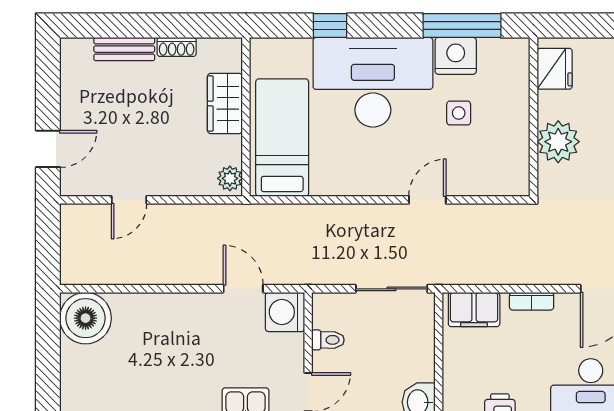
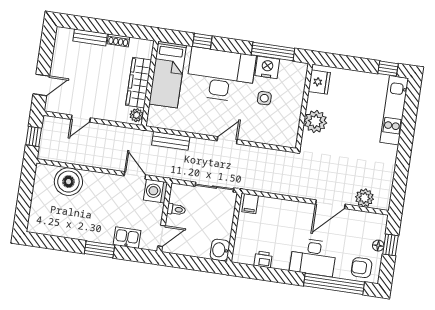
wardrobe: (225, 104) -> (139, 83), width x1.50
bed: (282, 138) -> (168, 75), moved, turned 180
door: (427, 200) -> (227, 140), moved
bench: (299, 216) -> (171, 141), added
window: (48, 245) -> (34, 136), added
bookcase: (532, 301) -> (289, 205), removed
filing cabinet: (474, 310) -> (250, 204), width x0.50
boiler: (86, 318) -> (68, 182), moved

